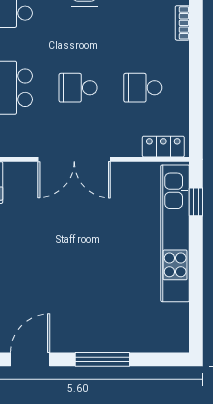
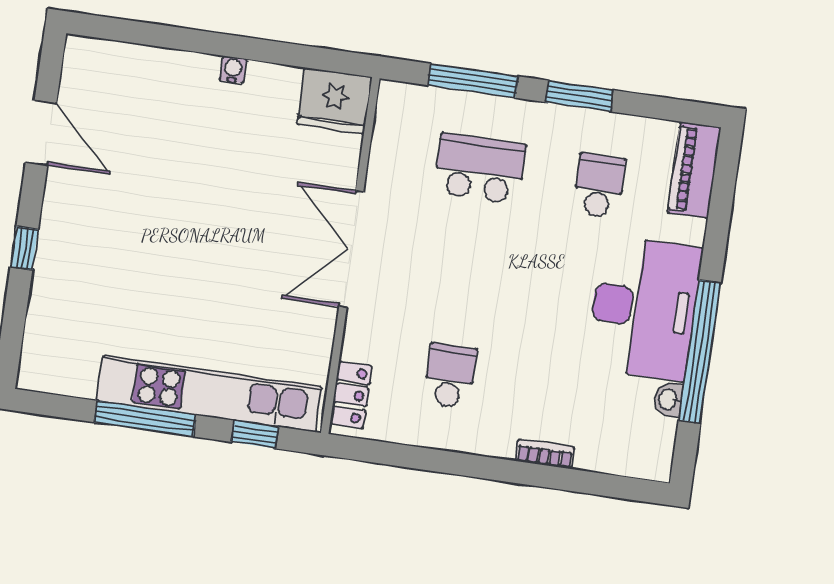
school desk: (78, 88) -> (465, 272), removed
window: (196, 270) -> (145, 419), added
window: (102, 359) -> (24, 248), width x0.46

